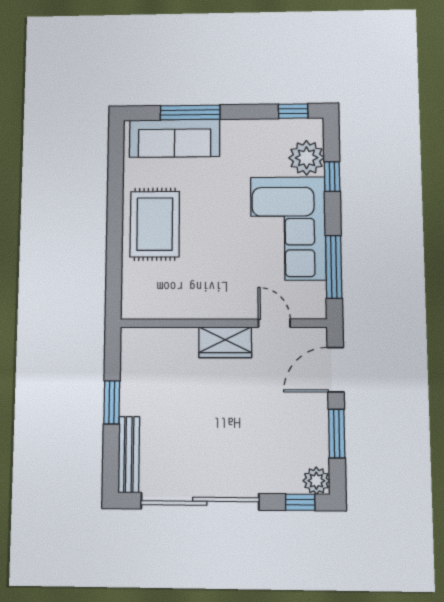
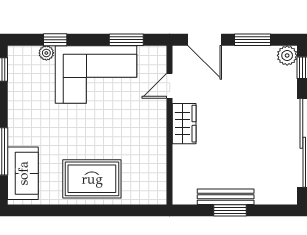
sofa: (175, 138) -> (23, 173), width x0.73
plant: (306, 158) -> (46, 53), width x0.53, depth x0.53
window: (334, 267) -> (126, 40), width x0.69
bench: (129, 454) -> (226, 197), moved

